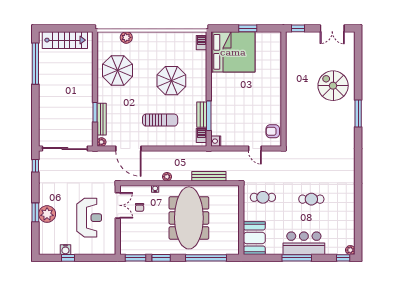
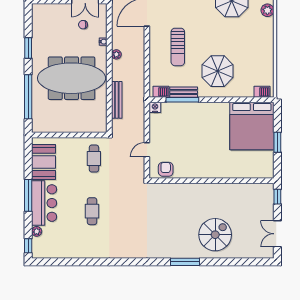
parasol: (171, 81) -> (218, 71), moved
booth: (254, 238) -> (44, 162), moved, turned 90
plant: (350, 250) -> (37, 231), moved
window: (136, 258) -> (28, 20), removed

